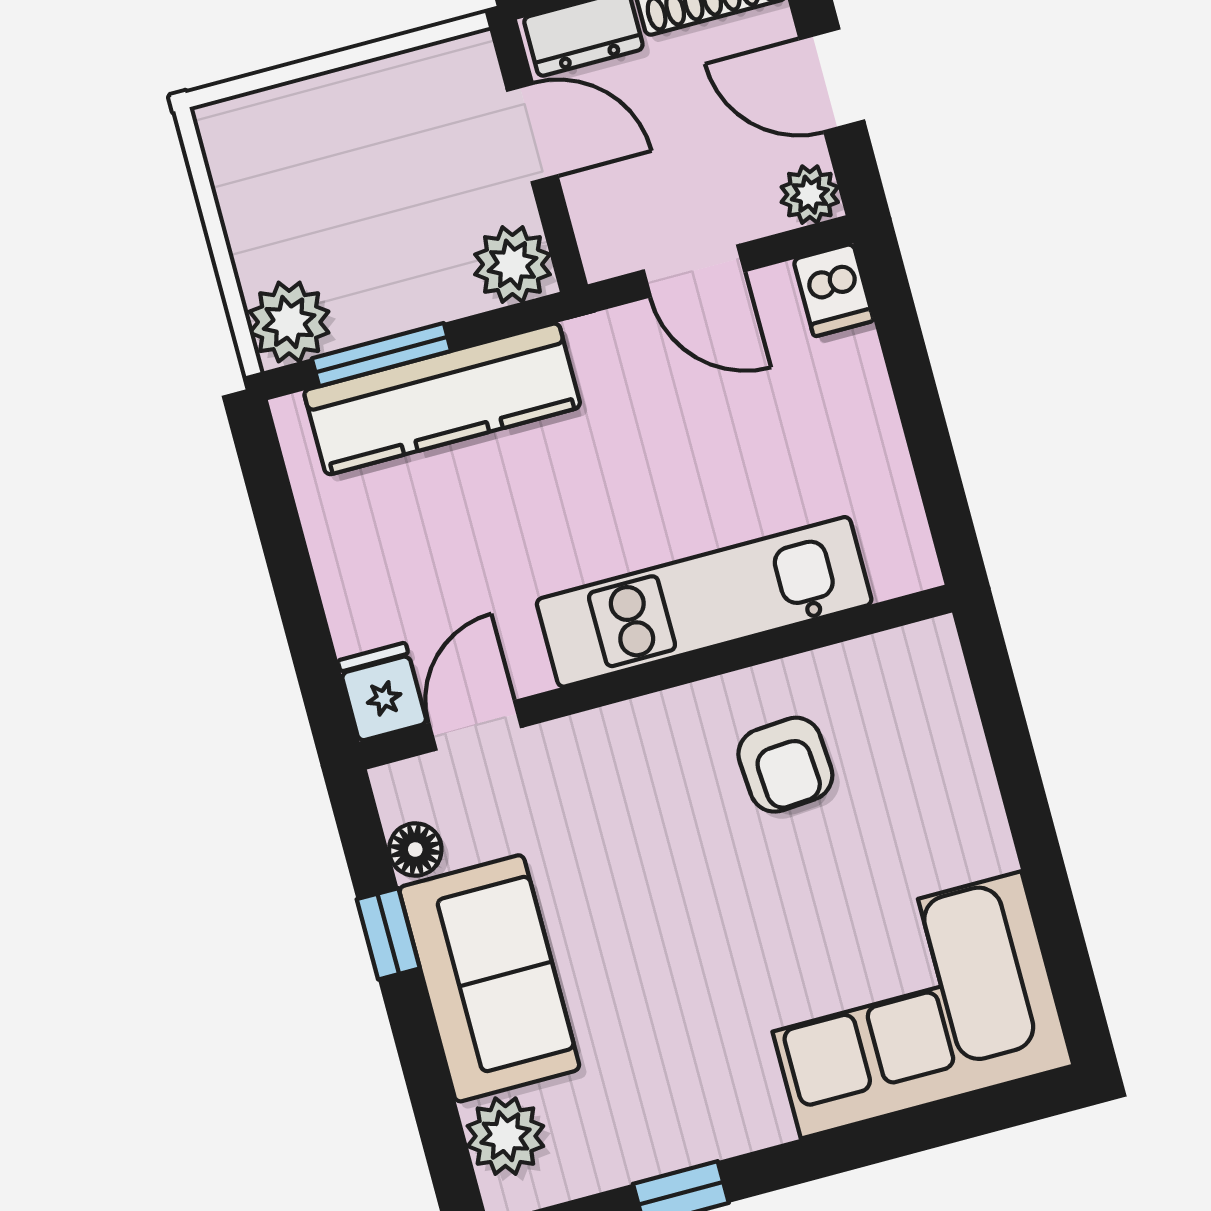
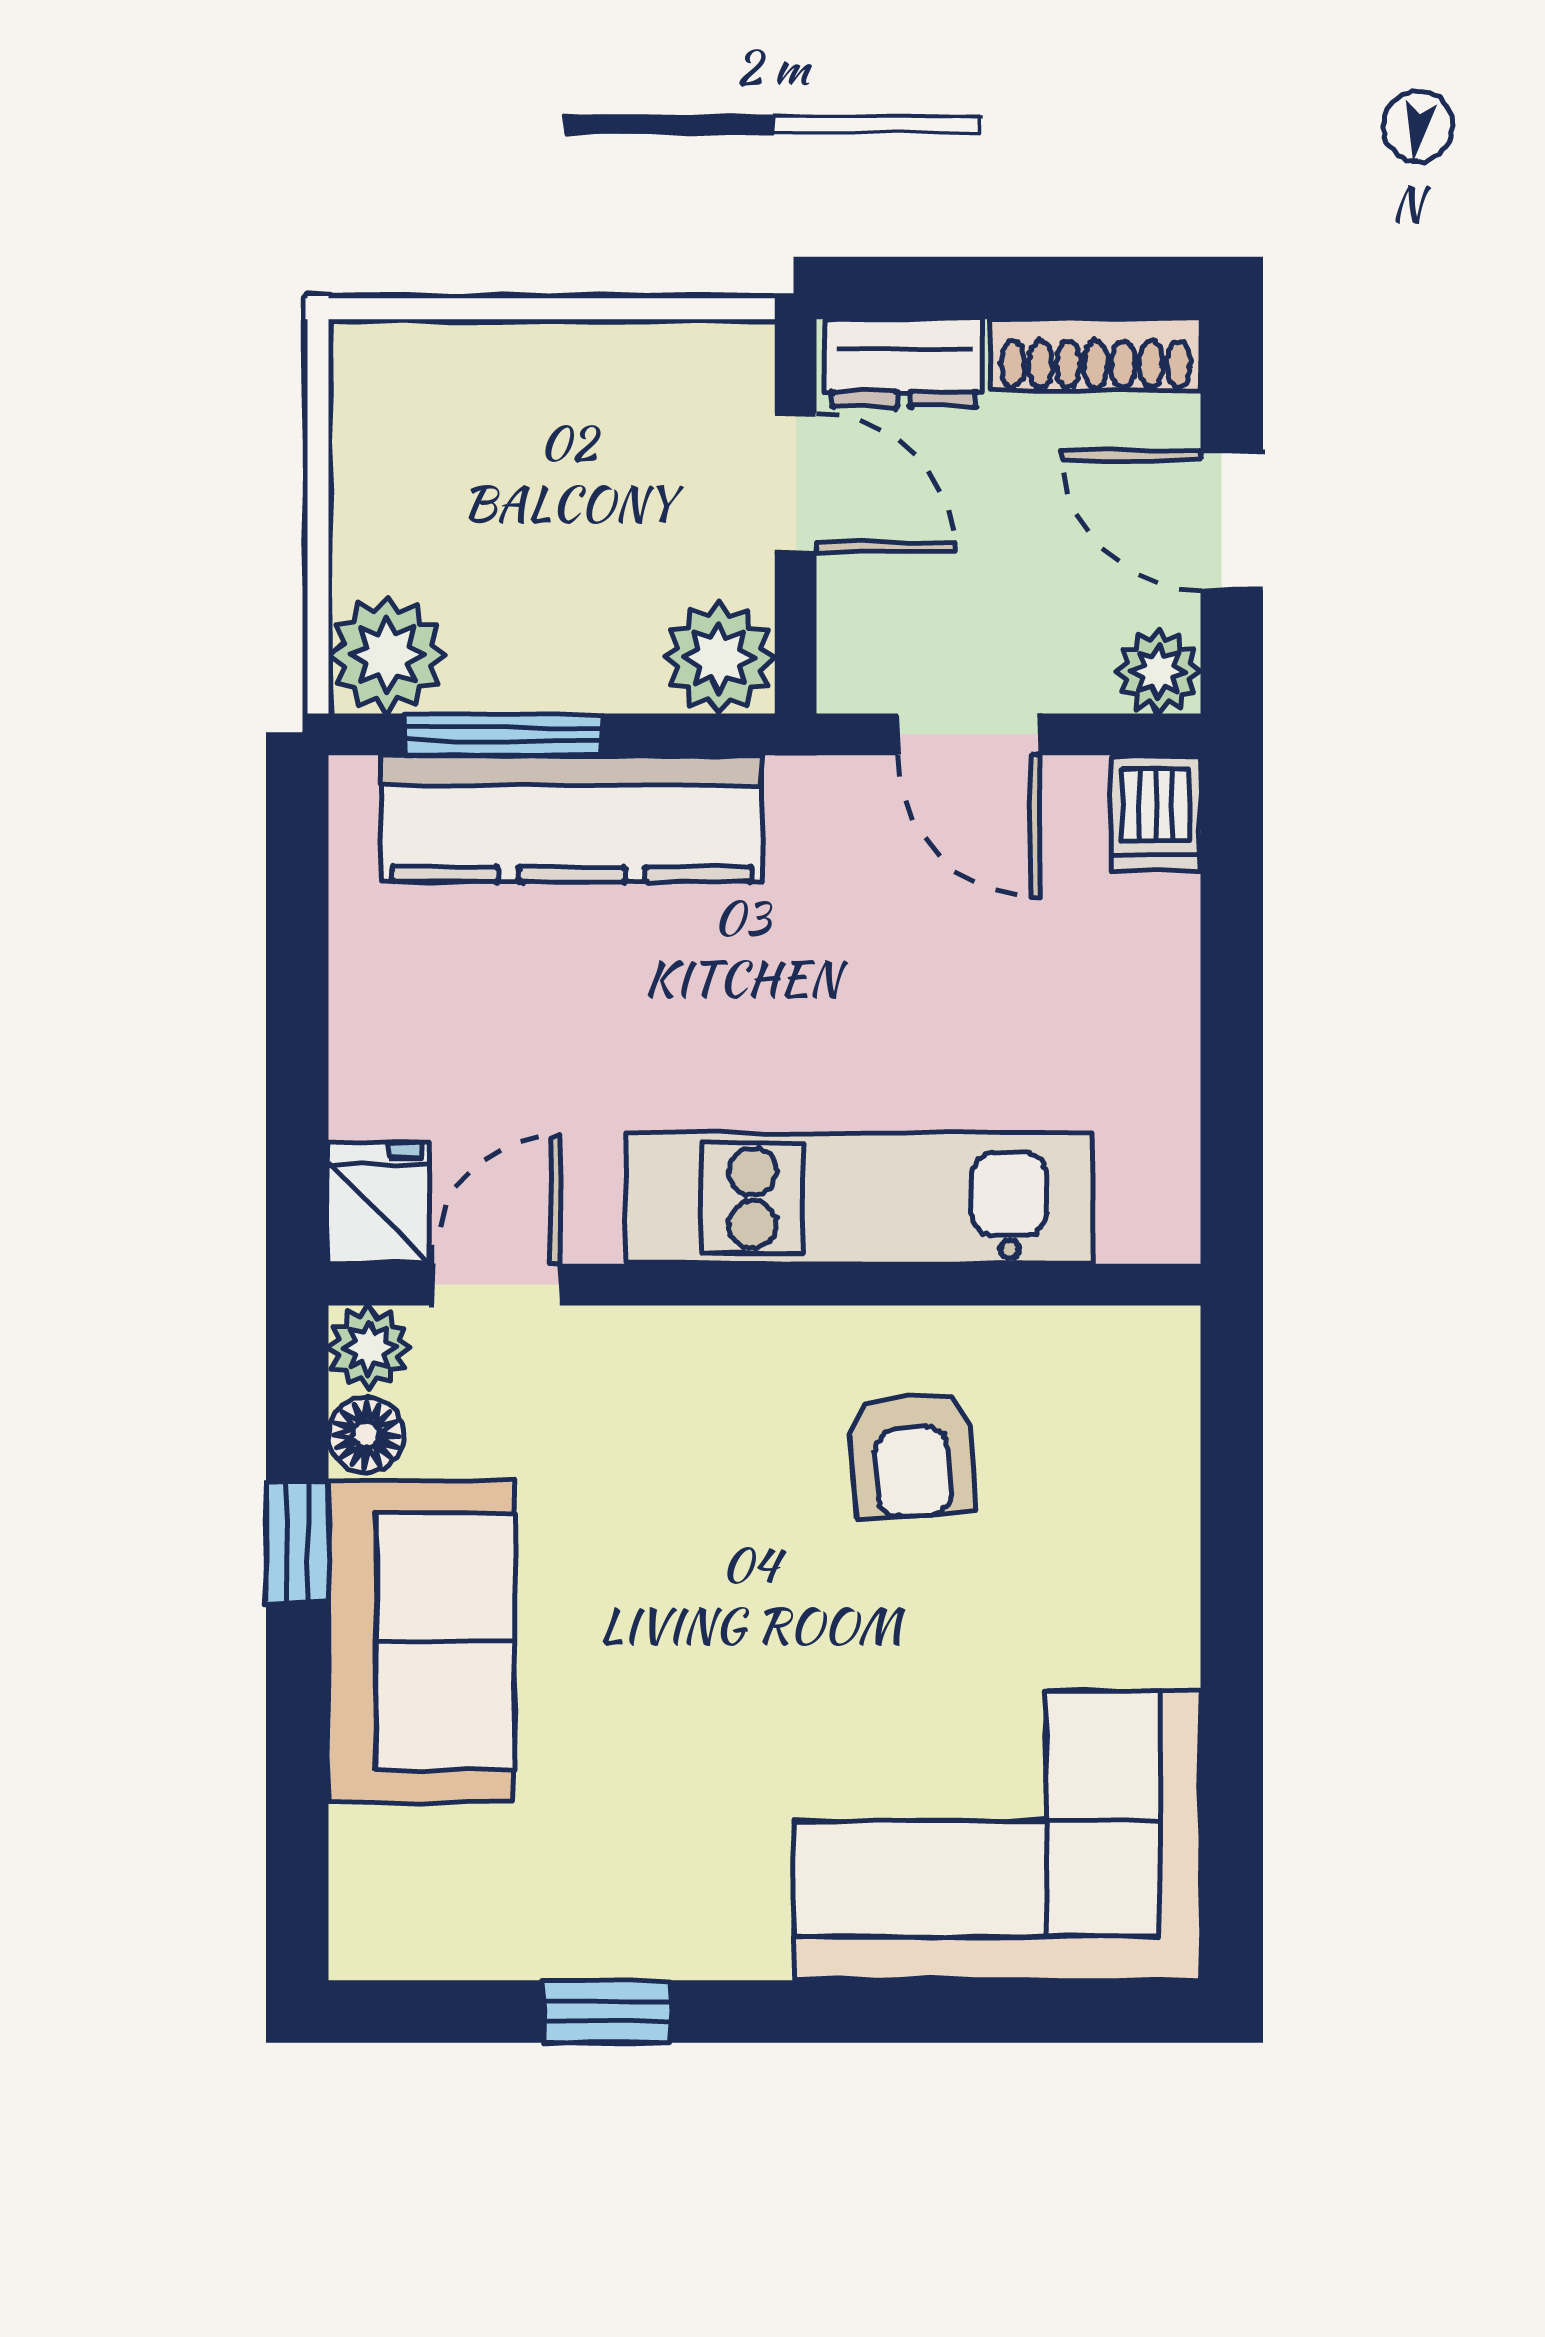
plant: (505, 1136) -> (369, 1348), moved, width x0.73, depth x0.73

